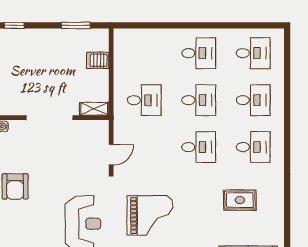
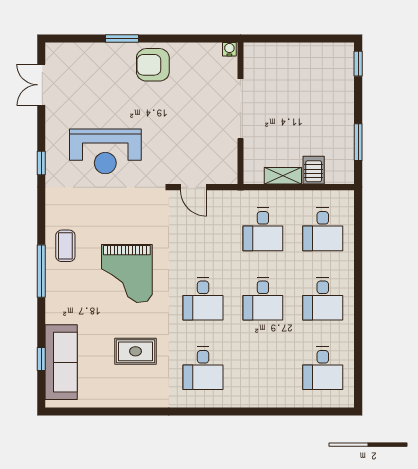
desk: (253, 100) -> (323, 229), moved
shelving: (94, 109) -> (283, 176), moved, turned 90
rug: (240, 200) -> (136, 351), turned 90
grand piano: (150, 215) -> (127, 273), moved

